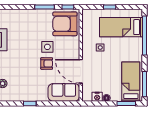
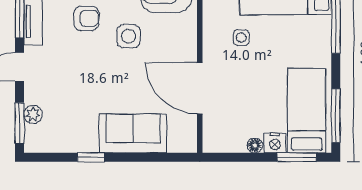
armchair: (47, 63) -> (86, 18), moved
sofa: (64, 92) -> (133, 133), moved
nightstand: (97, 97) -> (275, 143), moved

